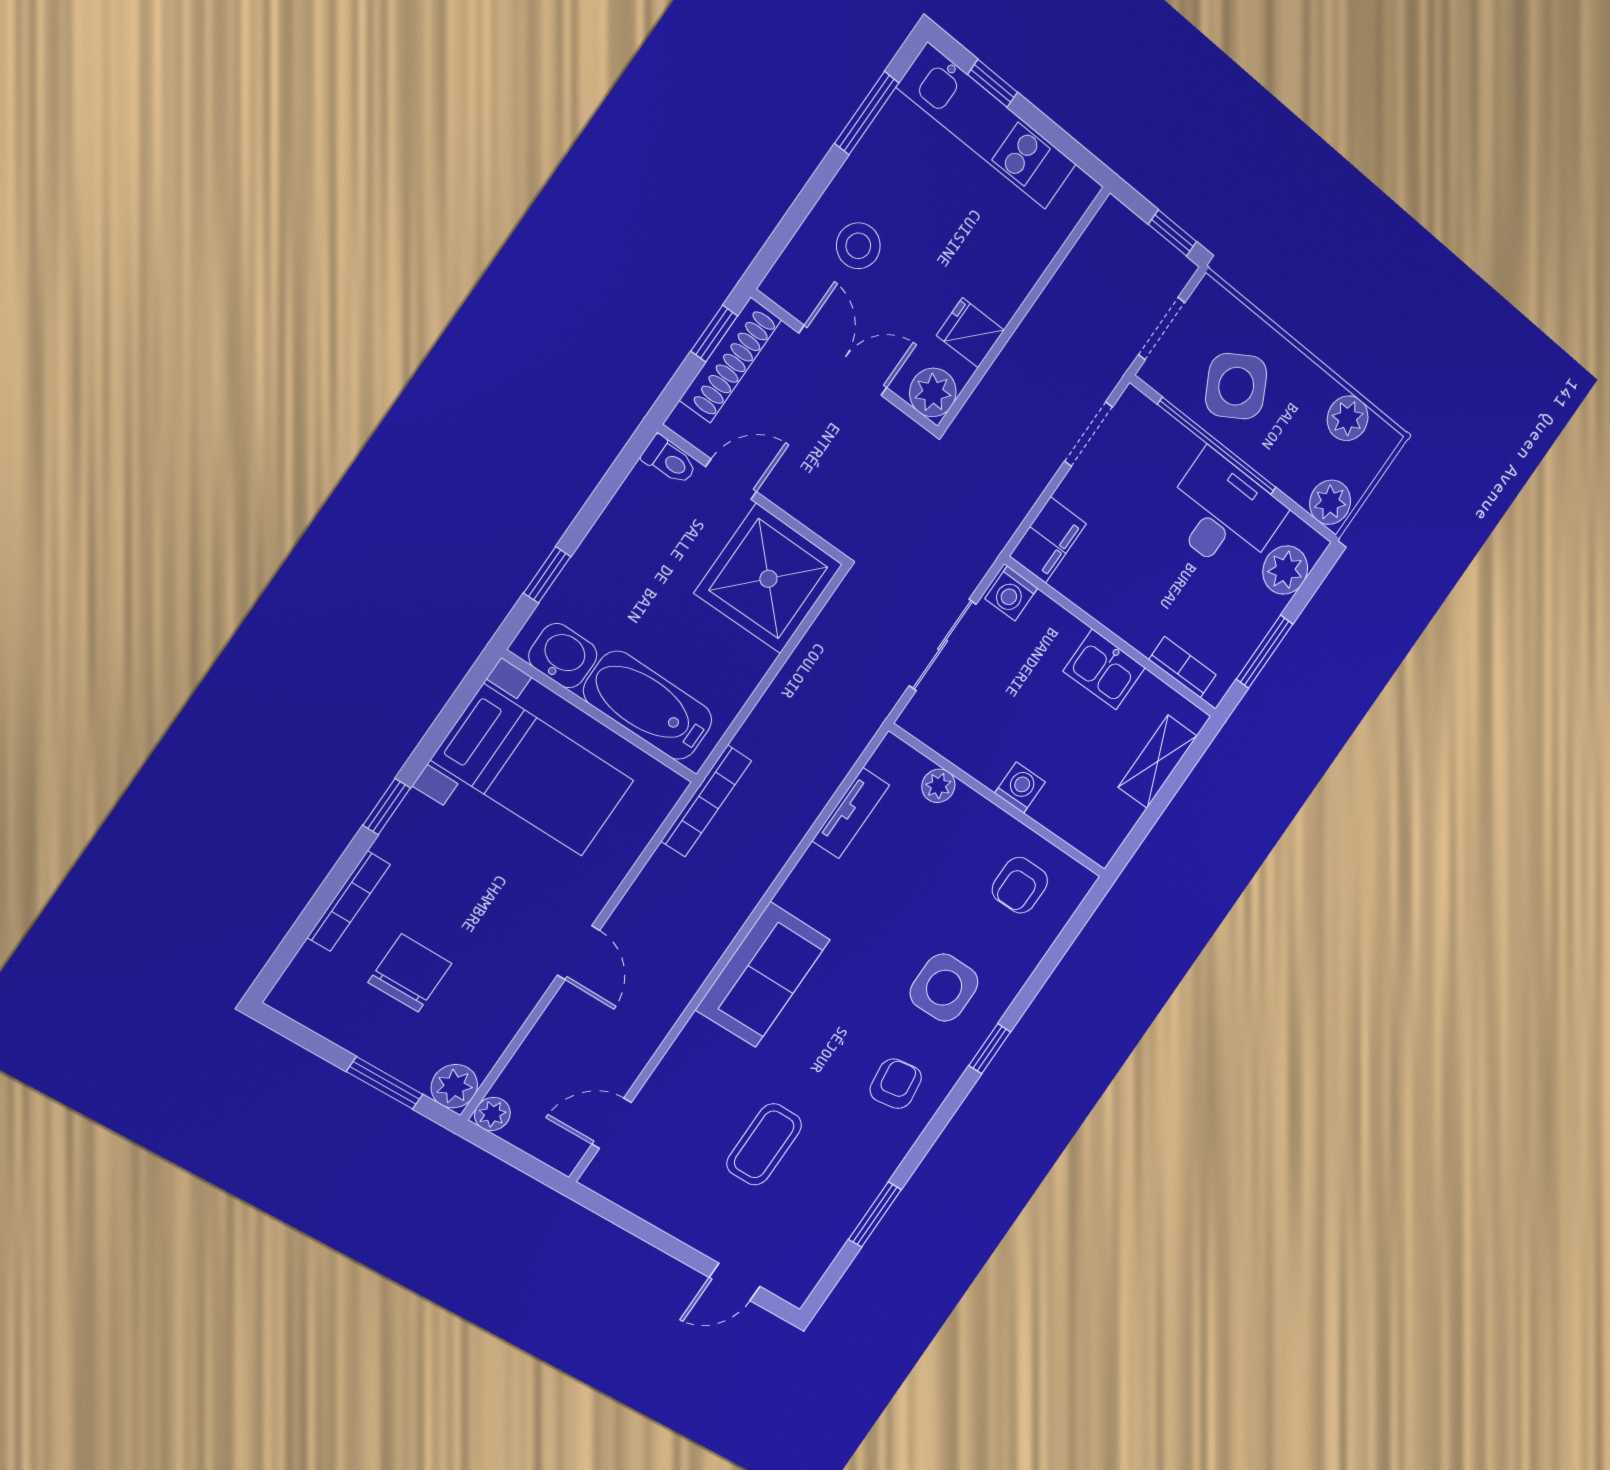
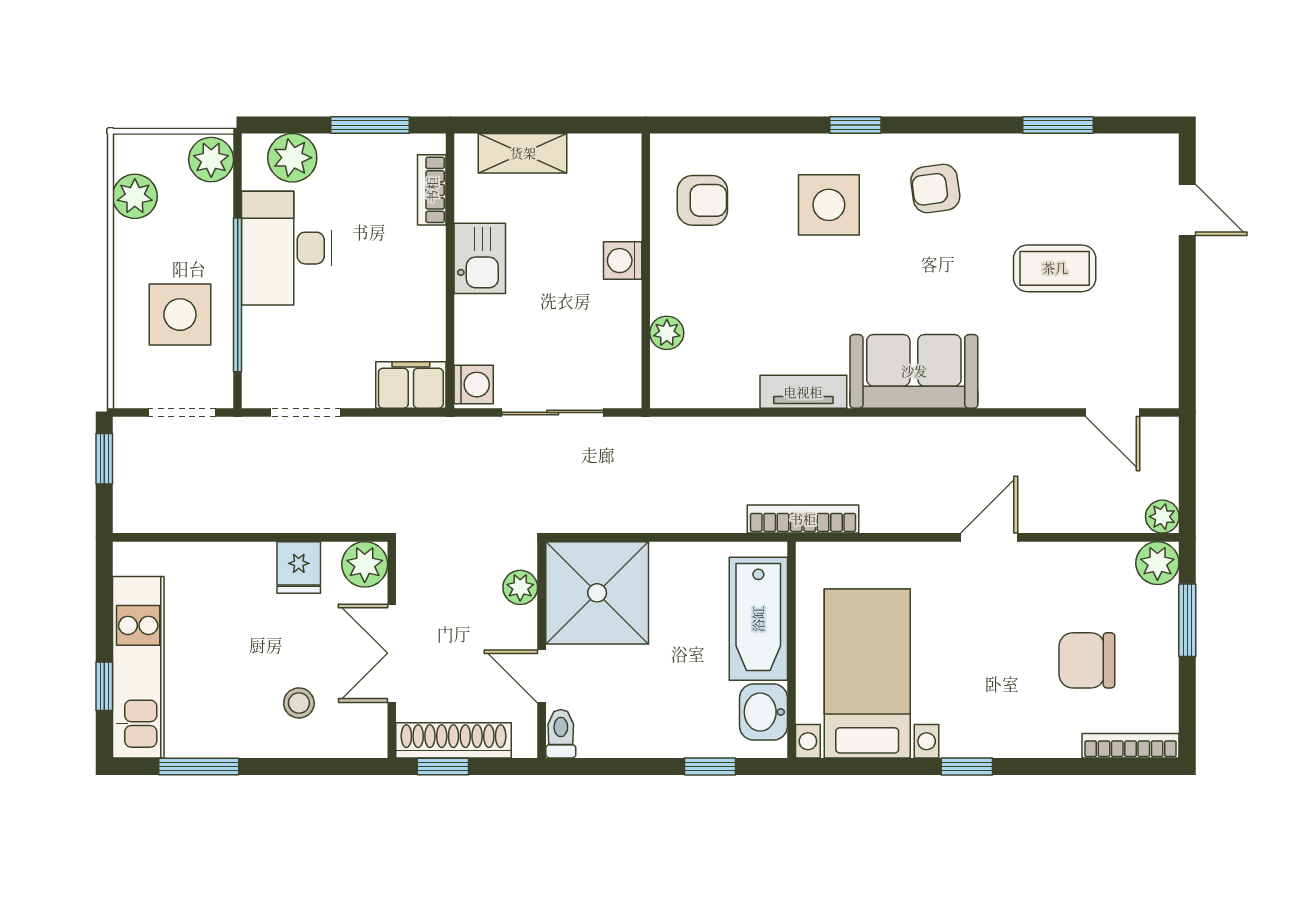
stool: (858, 246) -> (299, 703), width x0.73, depth x0.73
side table: (1236, 386) -> (180, 315), turned 30
plant: (820, 515) -> (520, 587), added
tv unit: (851, 813) -> (803, 392), moved
bookcase: (349, 901) -> (1131, 746), moved

